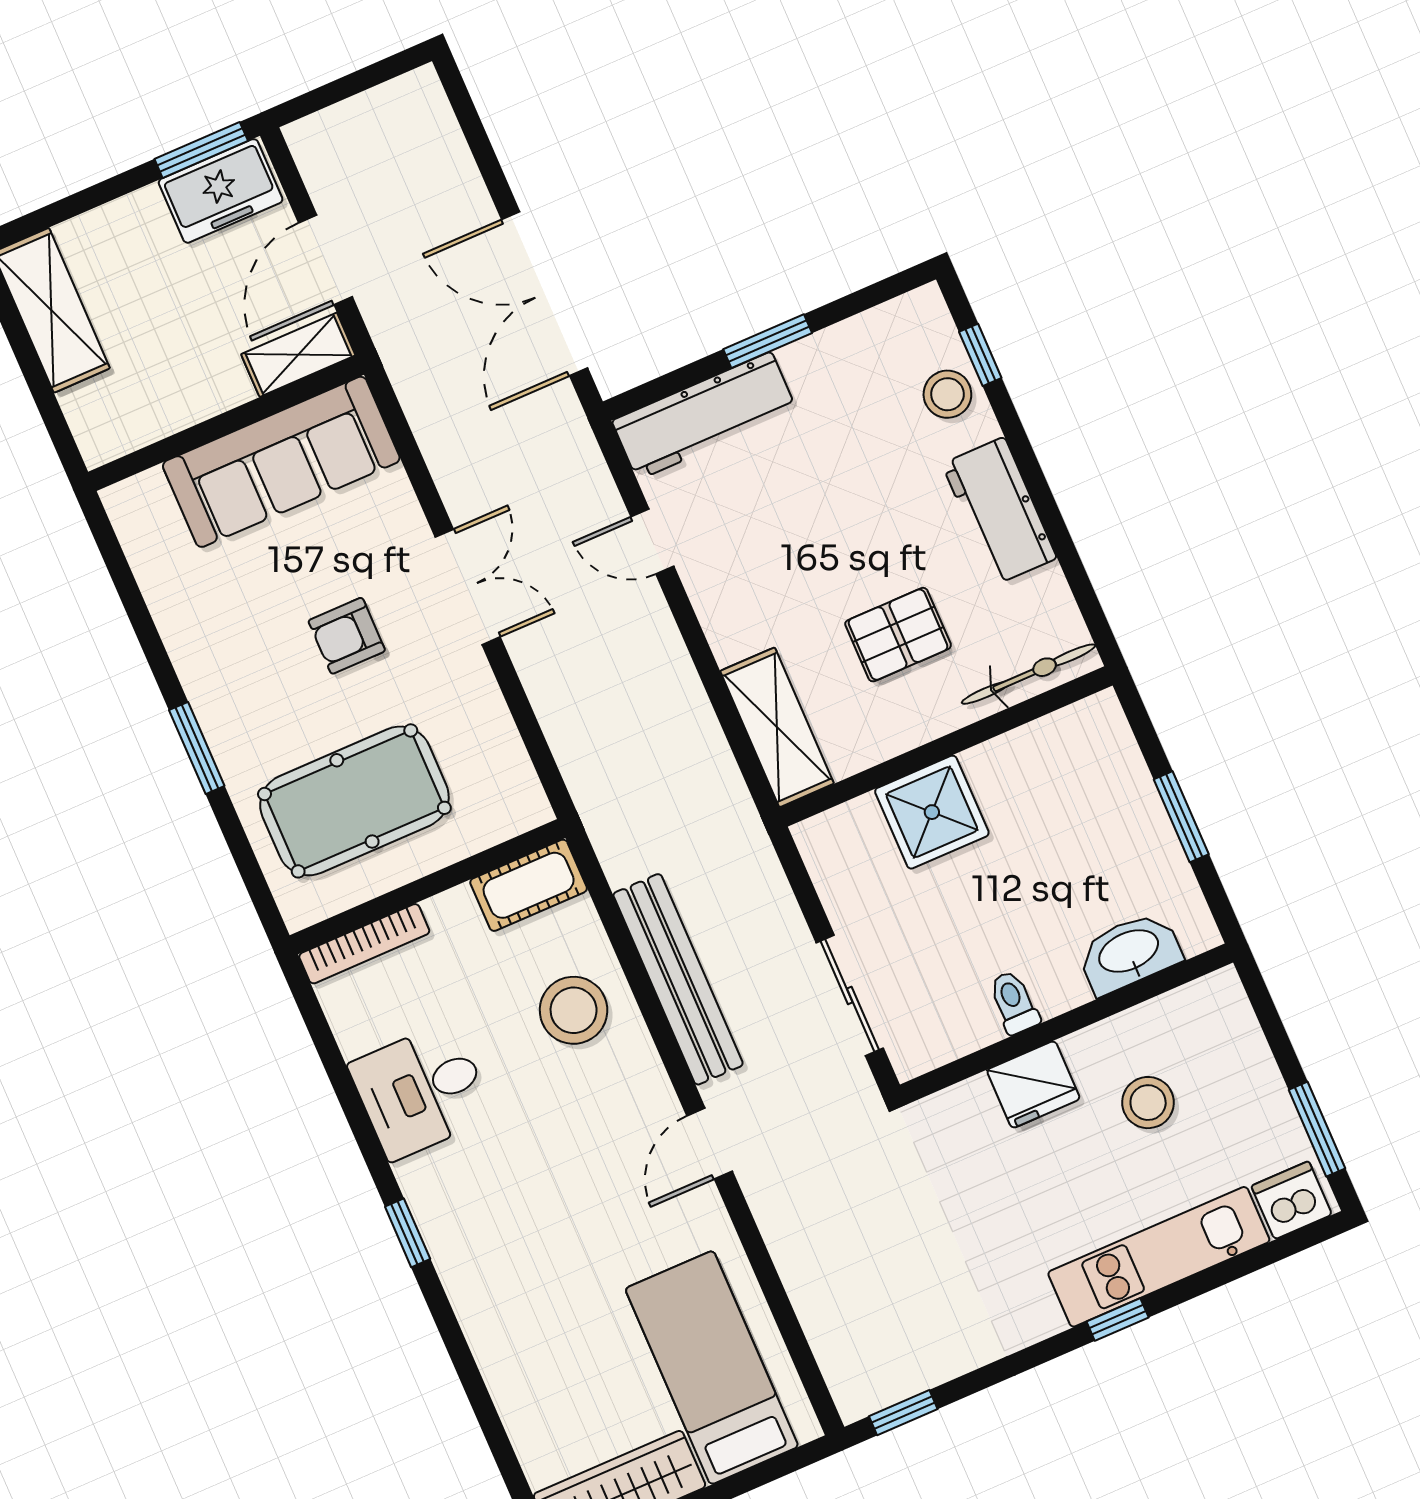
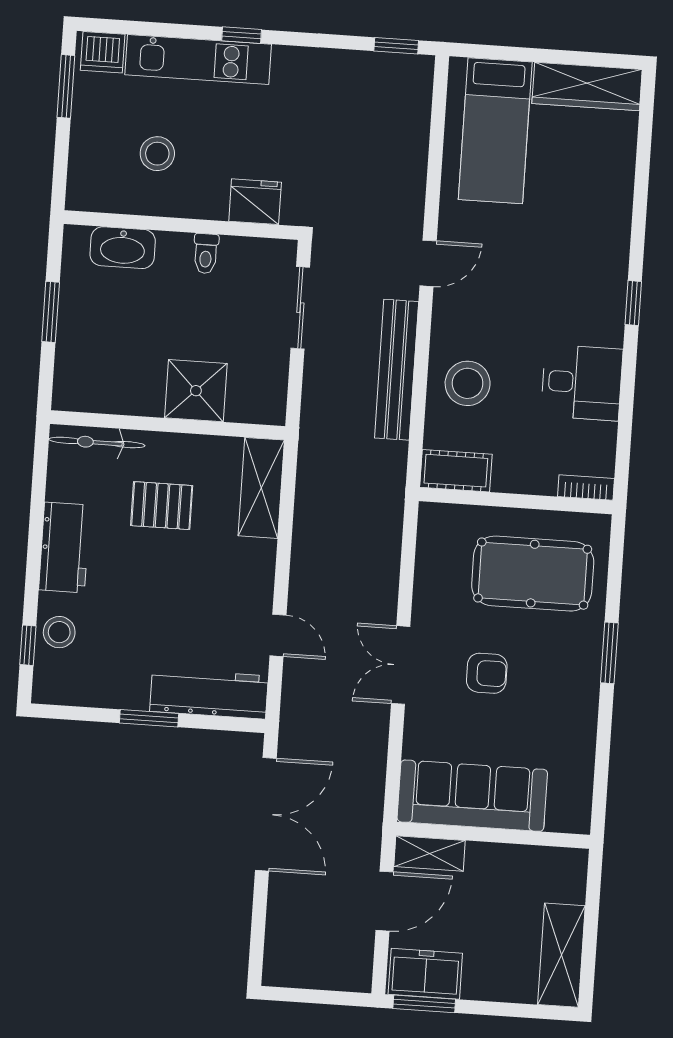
bookcase: (364, 944) -> (586, 488), width x0.64
fridge: (1033, 1084) -> (255, 202), moved

